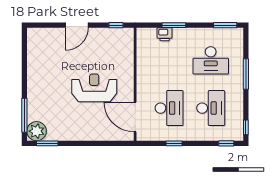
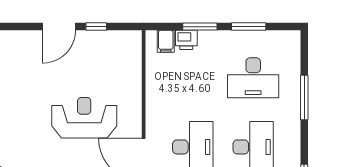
window: (116, 25) -> (96, 27), moved
window: (225, 25) -> (249, 27), moved
filing cabinet: (150, 35) -> (166, 41), added

